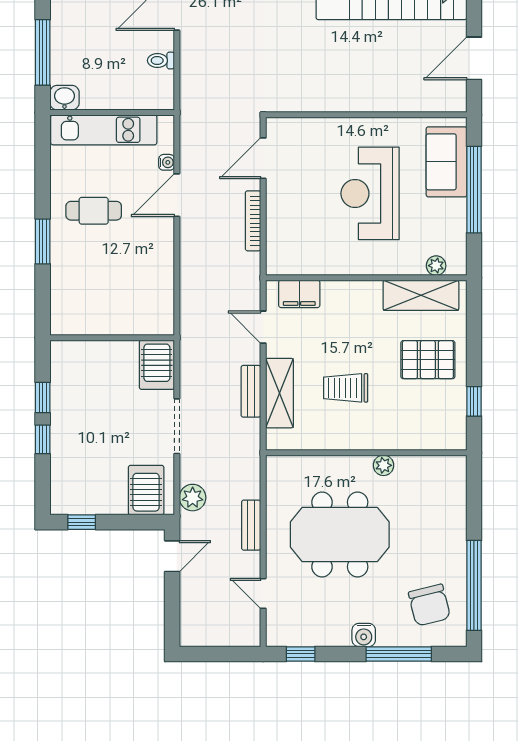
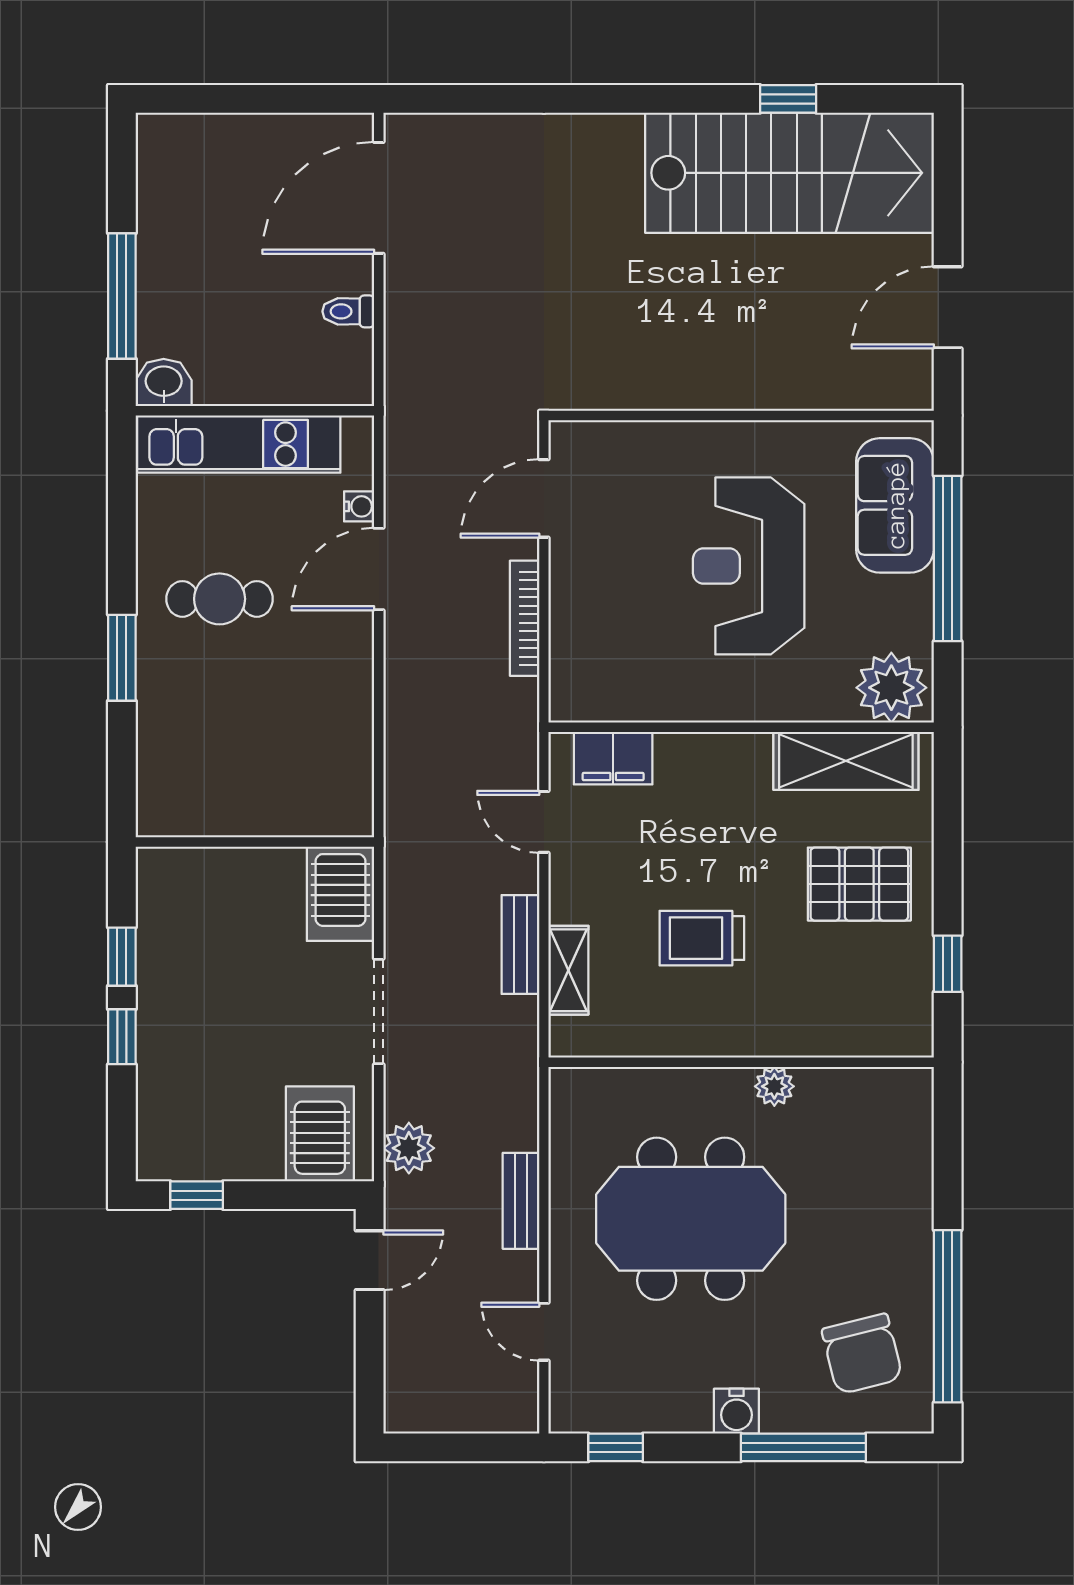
plant: (436, 266) -> (891, 688), width x1.88, depth x1.88
shelving: (279, 393) -> (568, 970), width x0.67, depth x0.75

